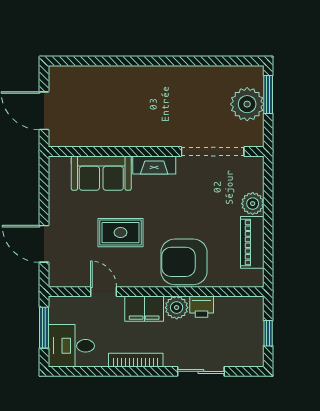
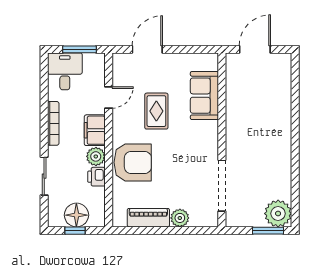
plant: (247, 104) -> (278, 214), moved
fireplace: (154, 165) -> (211, 138), removed
armchair: (184, 262) -> (133, 162), turned 90
floor lamp: (249, 331) -> (76, 215), added

